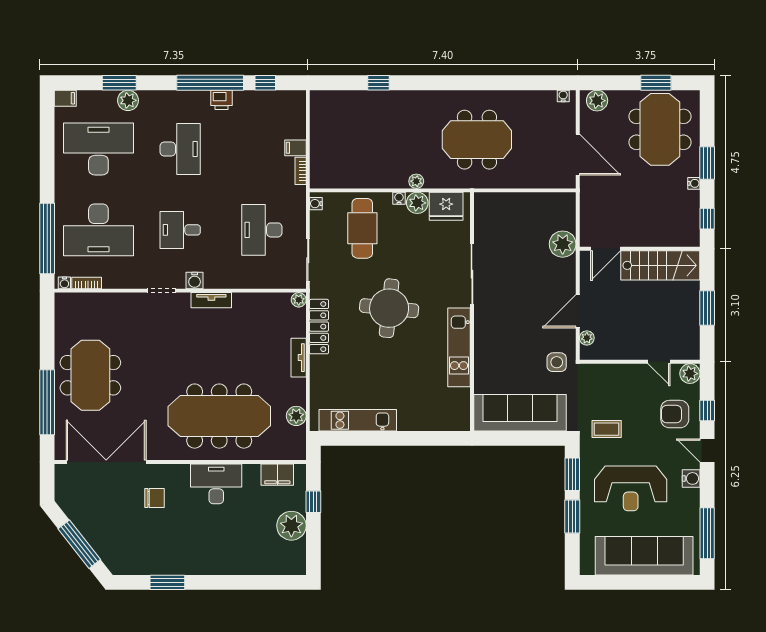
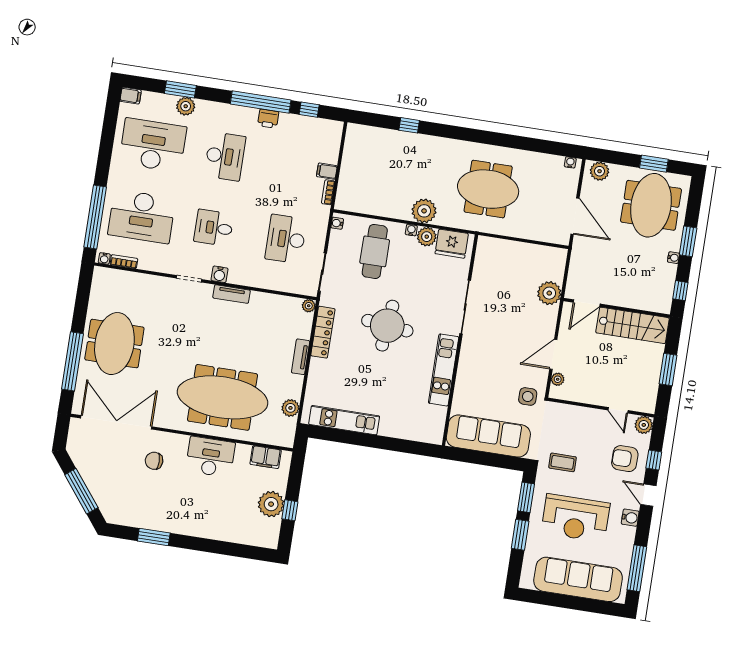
plant: (416, 181) -> (424, 211), width x1.88, depth x1.88
chair: (154, 498) -> (154, 461), turned 180
window: (313, 502) -> (290, 510), moved

